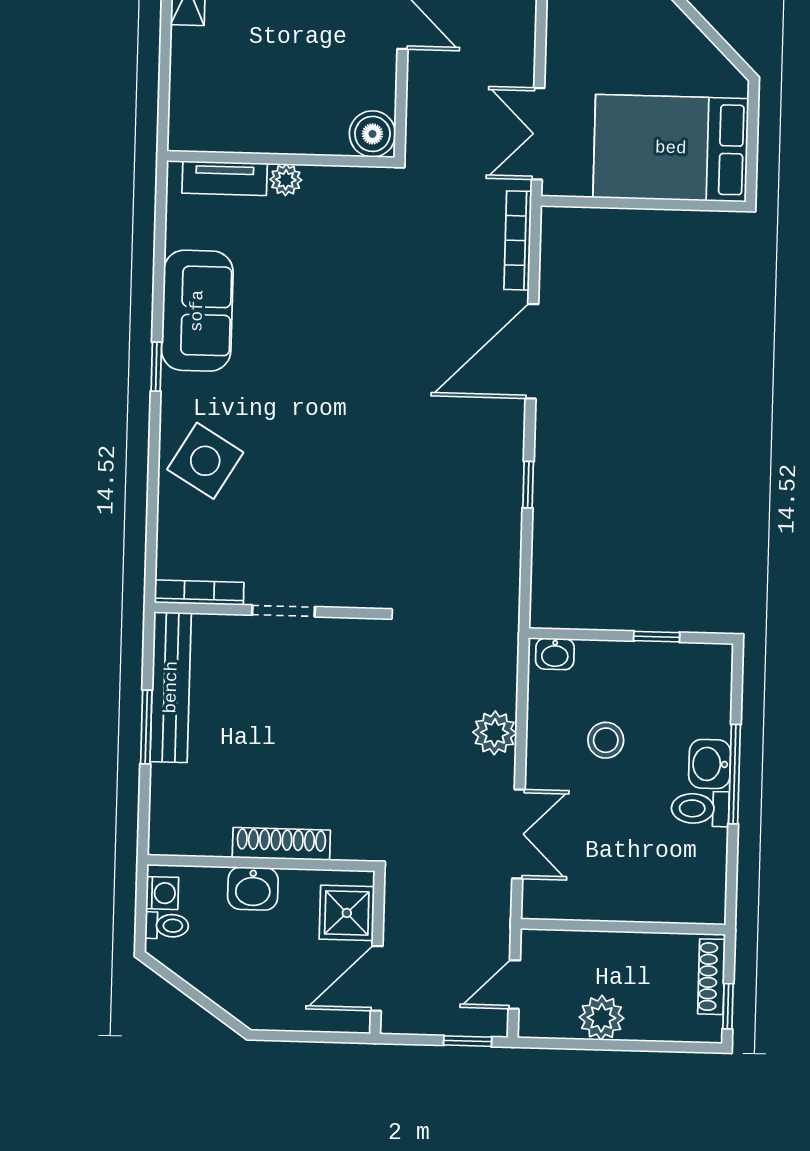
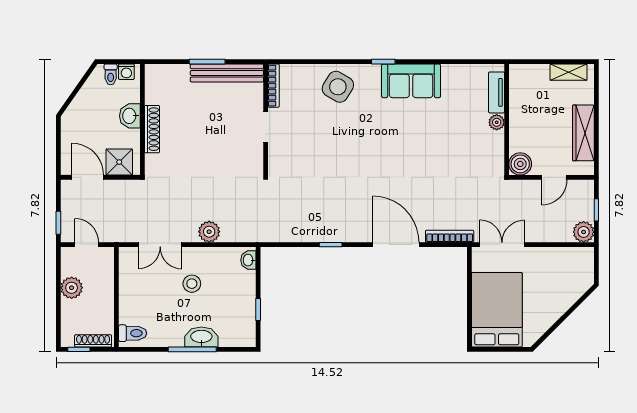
boiler: (372, 134) -> (520, 164), moved
wall: (281, 159) -> (507, 120), moved
tv unit: (225, 178) -> (497, 92), moved
plant: (286, 180) -> (497, 122), moved
stool: (606, 740) -> (192, 284), moved
washbasin: (710, 764) -> (201, 337), width x1.38
toilet: (700, 809) -> (133, 333), moved, turned 90

